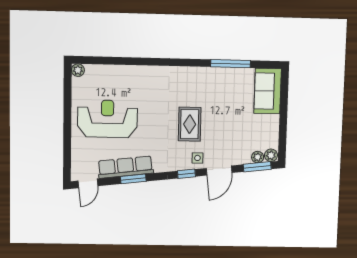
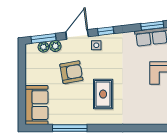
rug: (190, 124) -> (103, 94), moved
armchair: (227, 128) -> (71, 72), added
plant: (271, 155) -> (55, 46), moved

